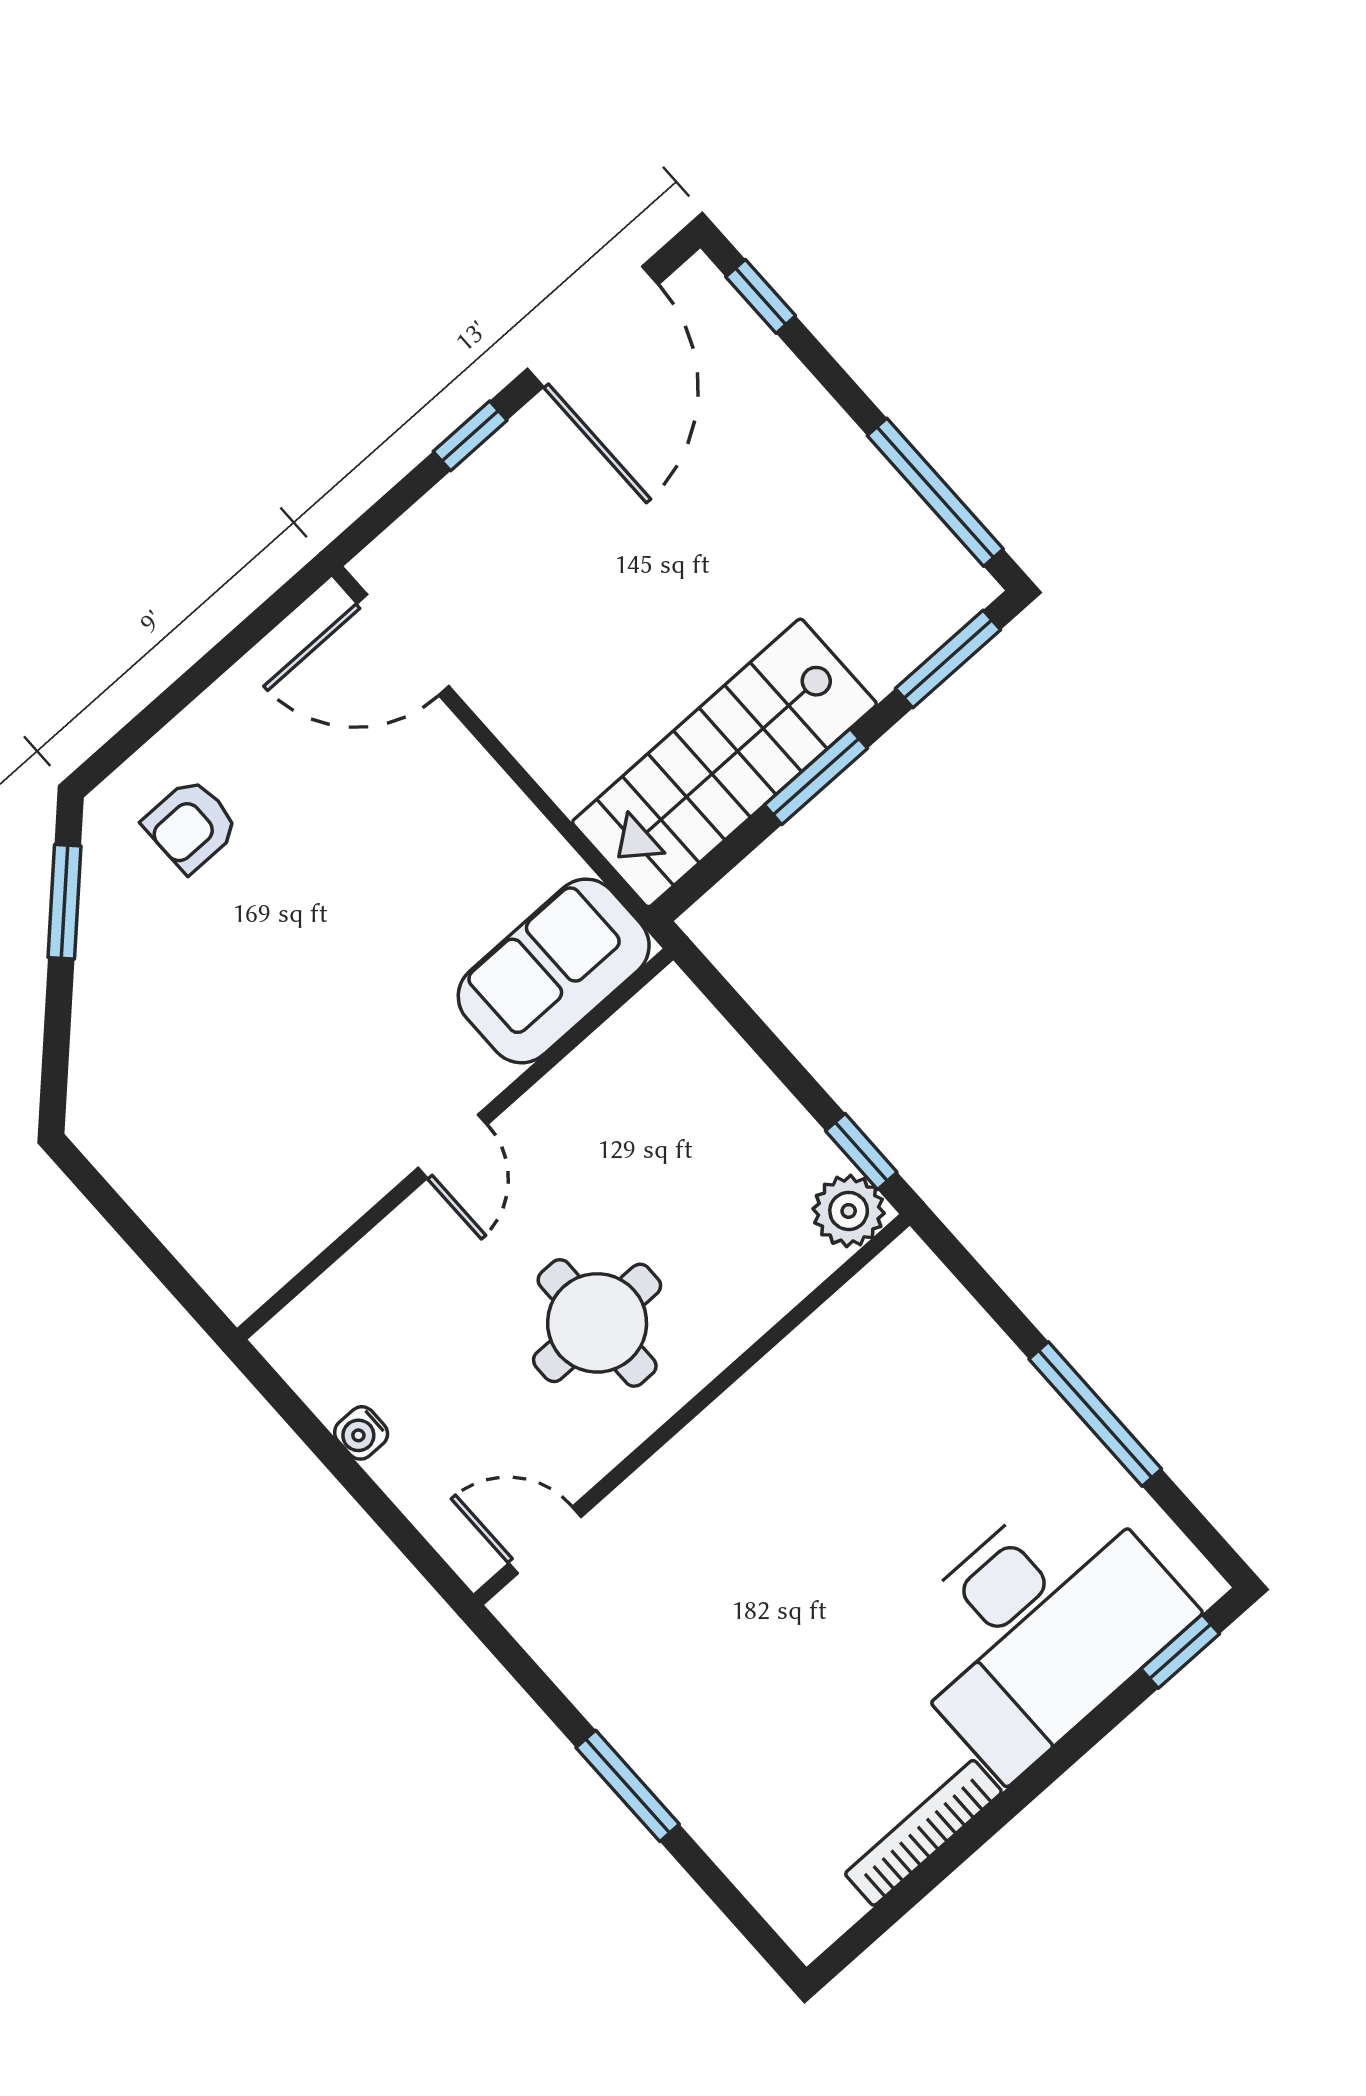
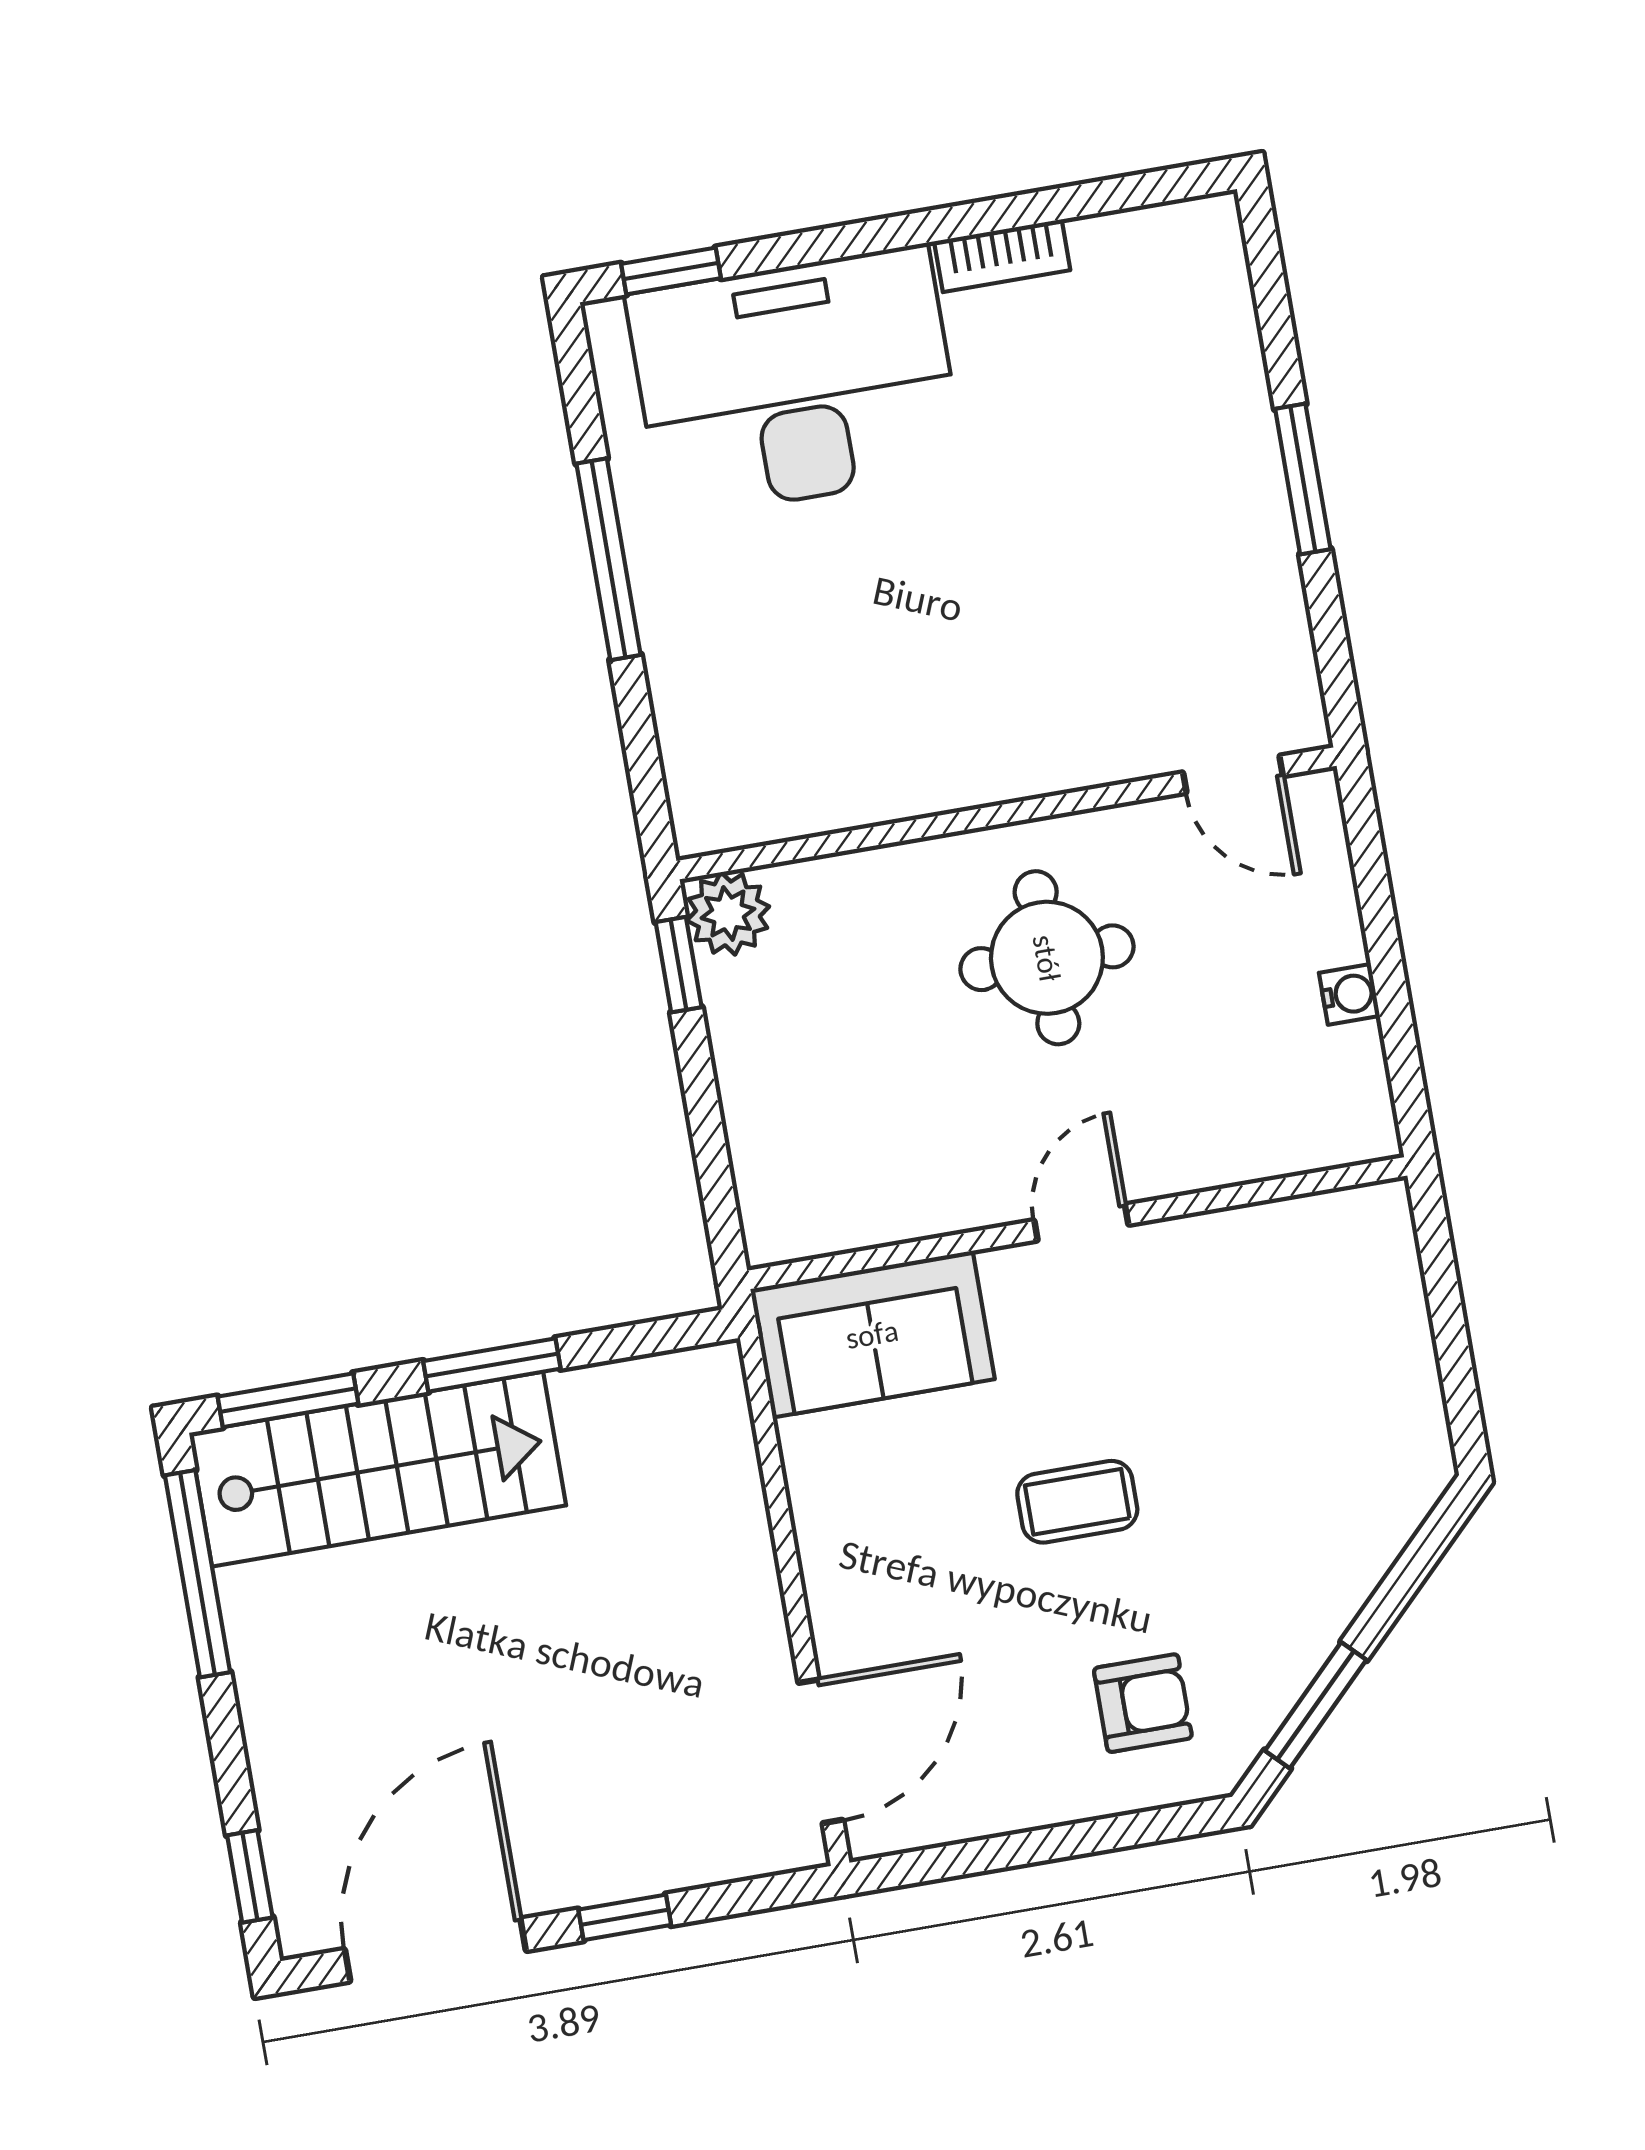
door: (403, 645) -> (821, 1751), hinge flipped
stairs: (724, 763) -> (378, 1469), moved
coffee table: (329, 942) -> (1077, 1502), added
bookcase: (923, 1833) -> (1002, 256), width x0.64

